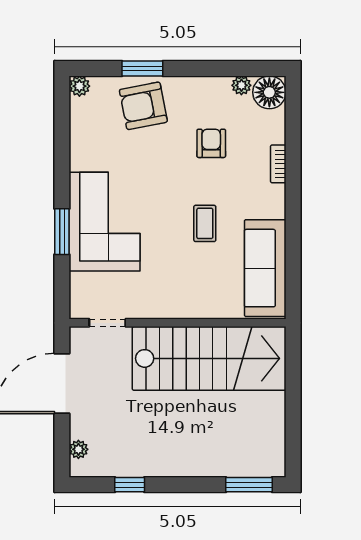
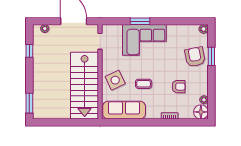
side table: (197, 288) -> (115, 80), added

